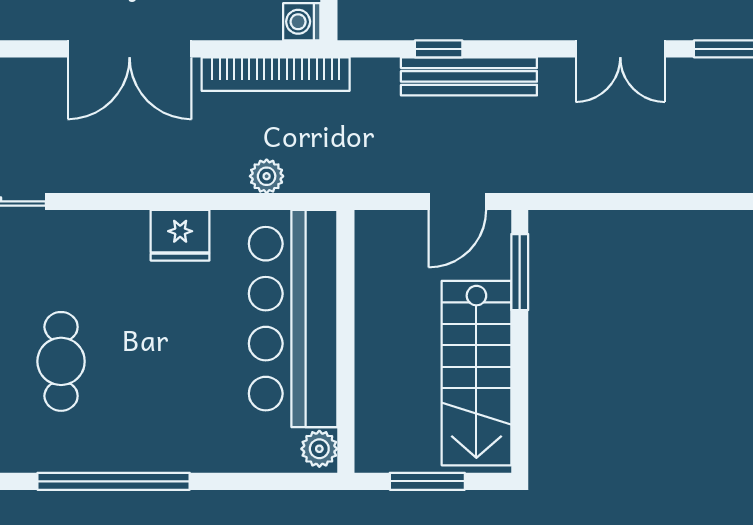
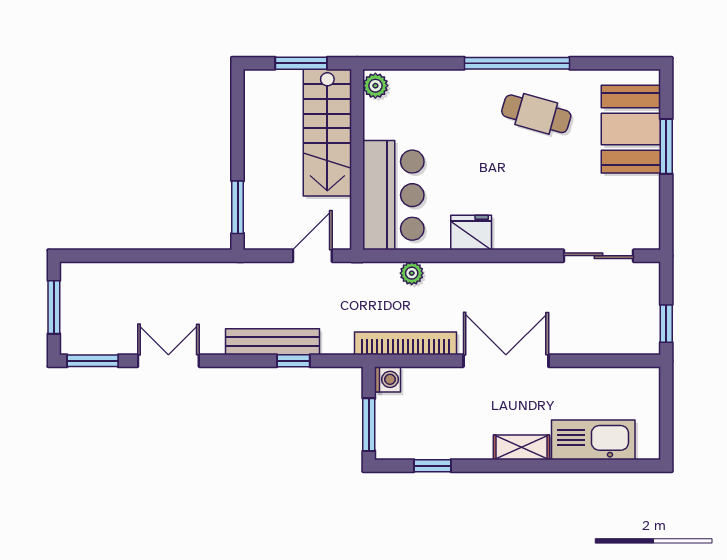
door: (457, 201) -> (312, 256), moved
bar counter: (293, 319) -> (393, 195), width x0.73
cafe table: (61, 361) -> (536, 114), moved, turned -74
stairs: (476, 373) -> (327, 133), moved, turned 180

